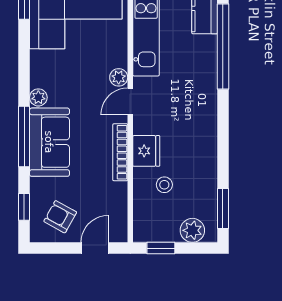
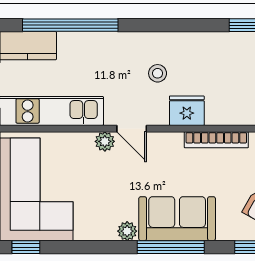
bookcase: (120, 152) -> (216, 140), moved
stool: (164, 185) -> (158, 73), moved

